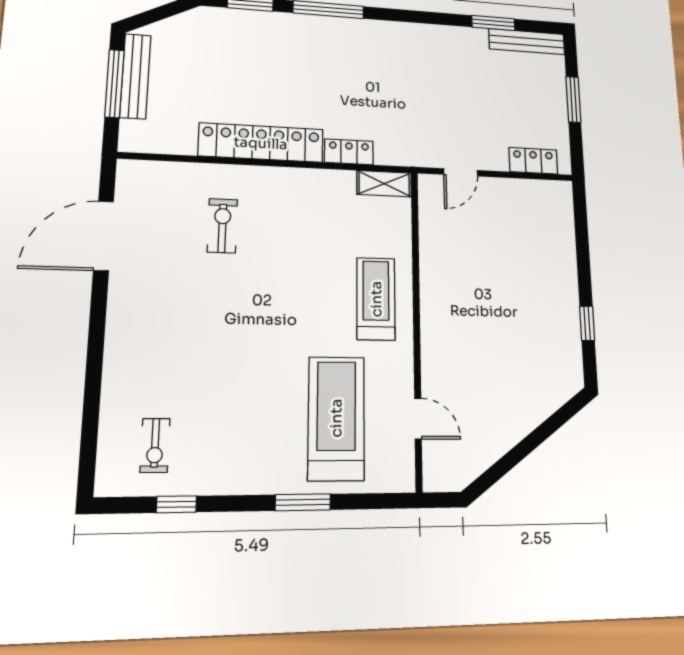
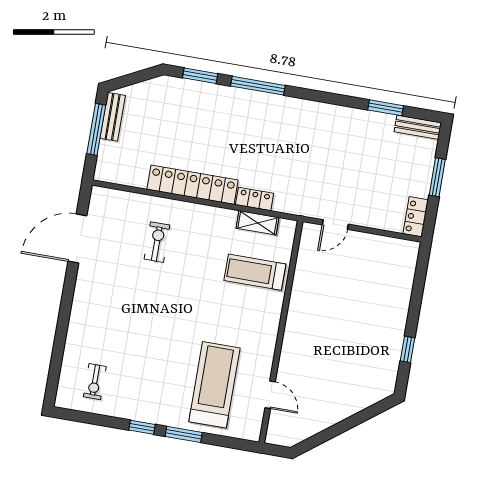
bench: (527, 42) -> (418, 127), width x0.73
bench: (135, 76) -> (113, 117), width x0.73
locker: (533, 161) -> (416, 217), moved, turned -90
shelving: (384, 184) -> (257, 223), moved
treadmill: (376, 299) -> (255, 272), moved, turned -90
window: (176, 504) -> (142, 427), moved

